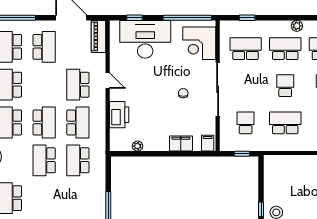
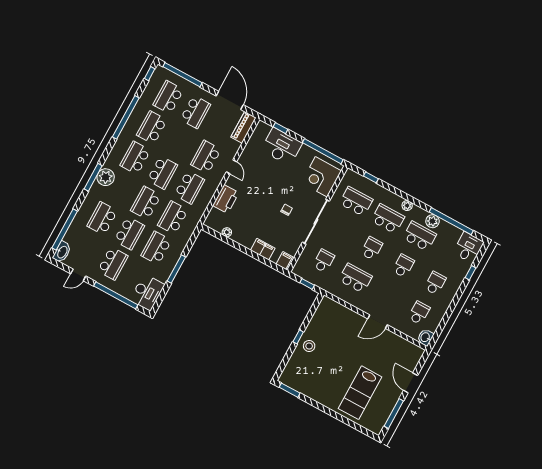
desk: (145, 39) -> (282, 147), width x0.73, depth x0.77
school desk: (44, 198) -> (129, 233), added
school desk: (78, 198) -> (156, 248), added

